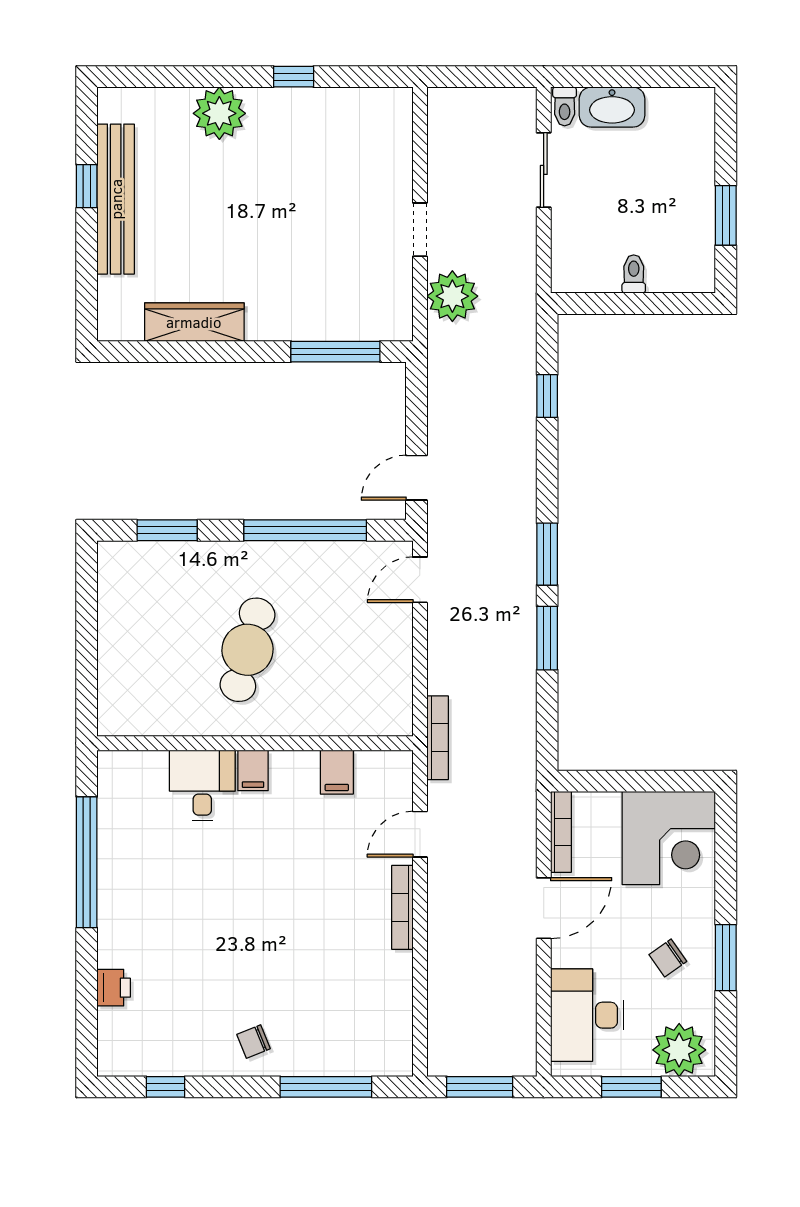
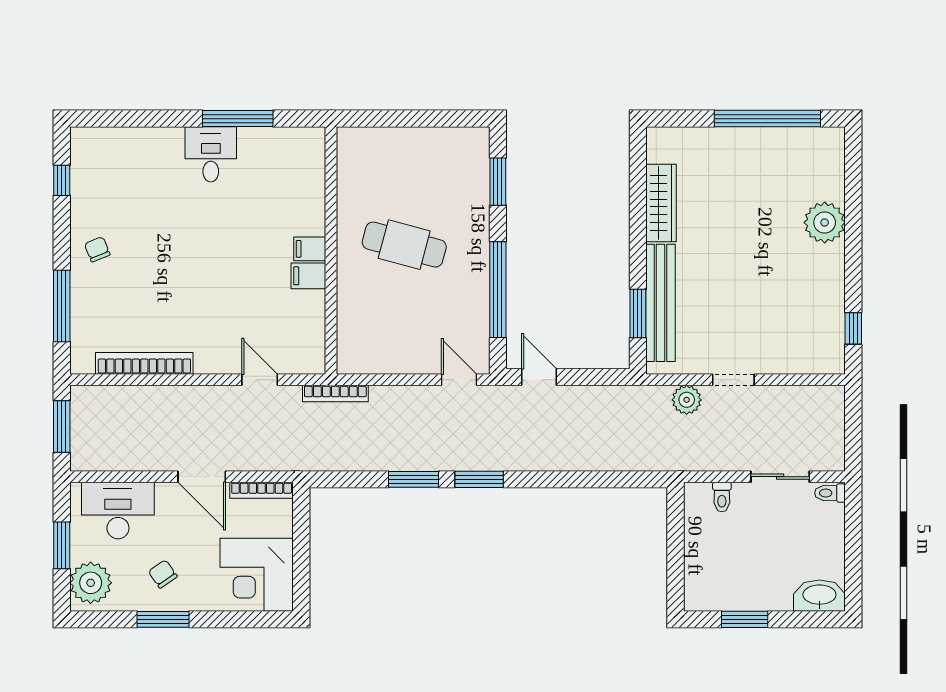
window: (294, 77) -> (853, 328), moved
washbasin: (612, 107) -> (819, 596), moved, turned 90
window: (87, 186) -> (767, 119), width x3.17
bench: (116, 199) -> (661, 303), moved, turned 90
toilet: (634, 274) -> (722, 497), moved, turned 90
plant: (452, 296) -> (687, 400), width x0.73, depth x0.73
window: (335, 352) -> (638, 313), width x0.69
window: (547, 396) -> (603, 479), removed
filing cabinet: (337, 772) -> (308, 276), moved
desk: (202, 786) -> (211, 154), moved, turned -90
window: (87, 862) -> (238, 119), width x0.68
bookcase: (402, 907) -> (144, 363), moved, width x1.48, depth x1.31
printer: (114, 988) -> (139, 140), removed

